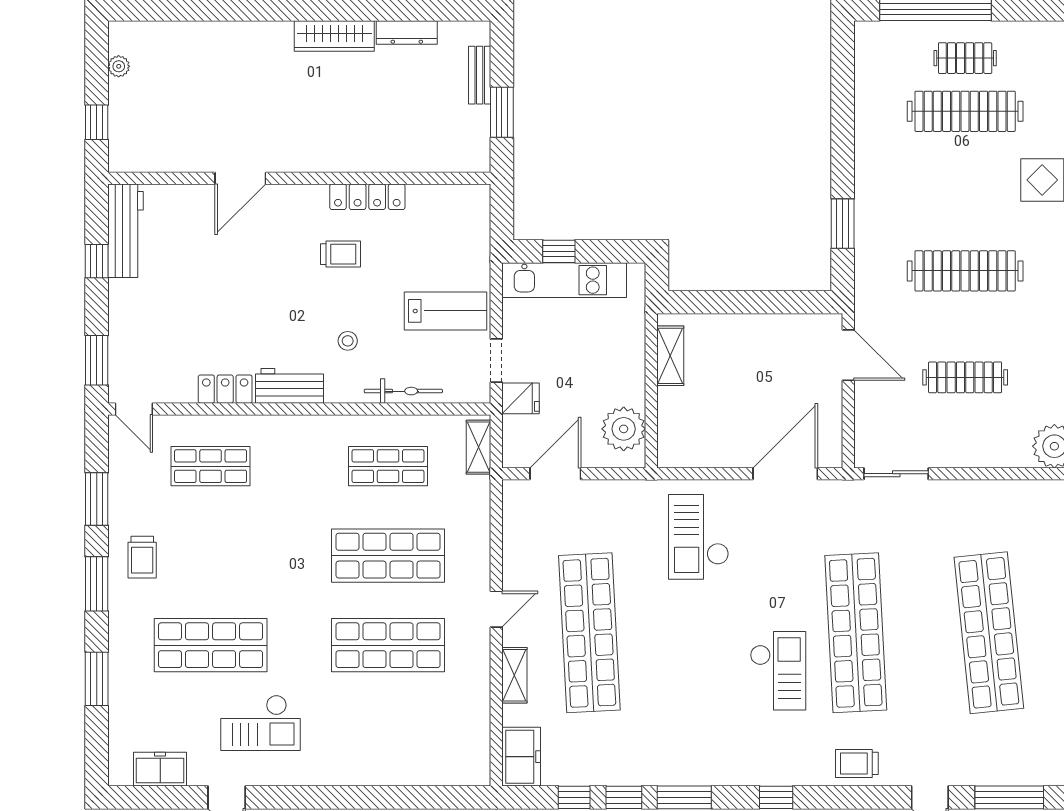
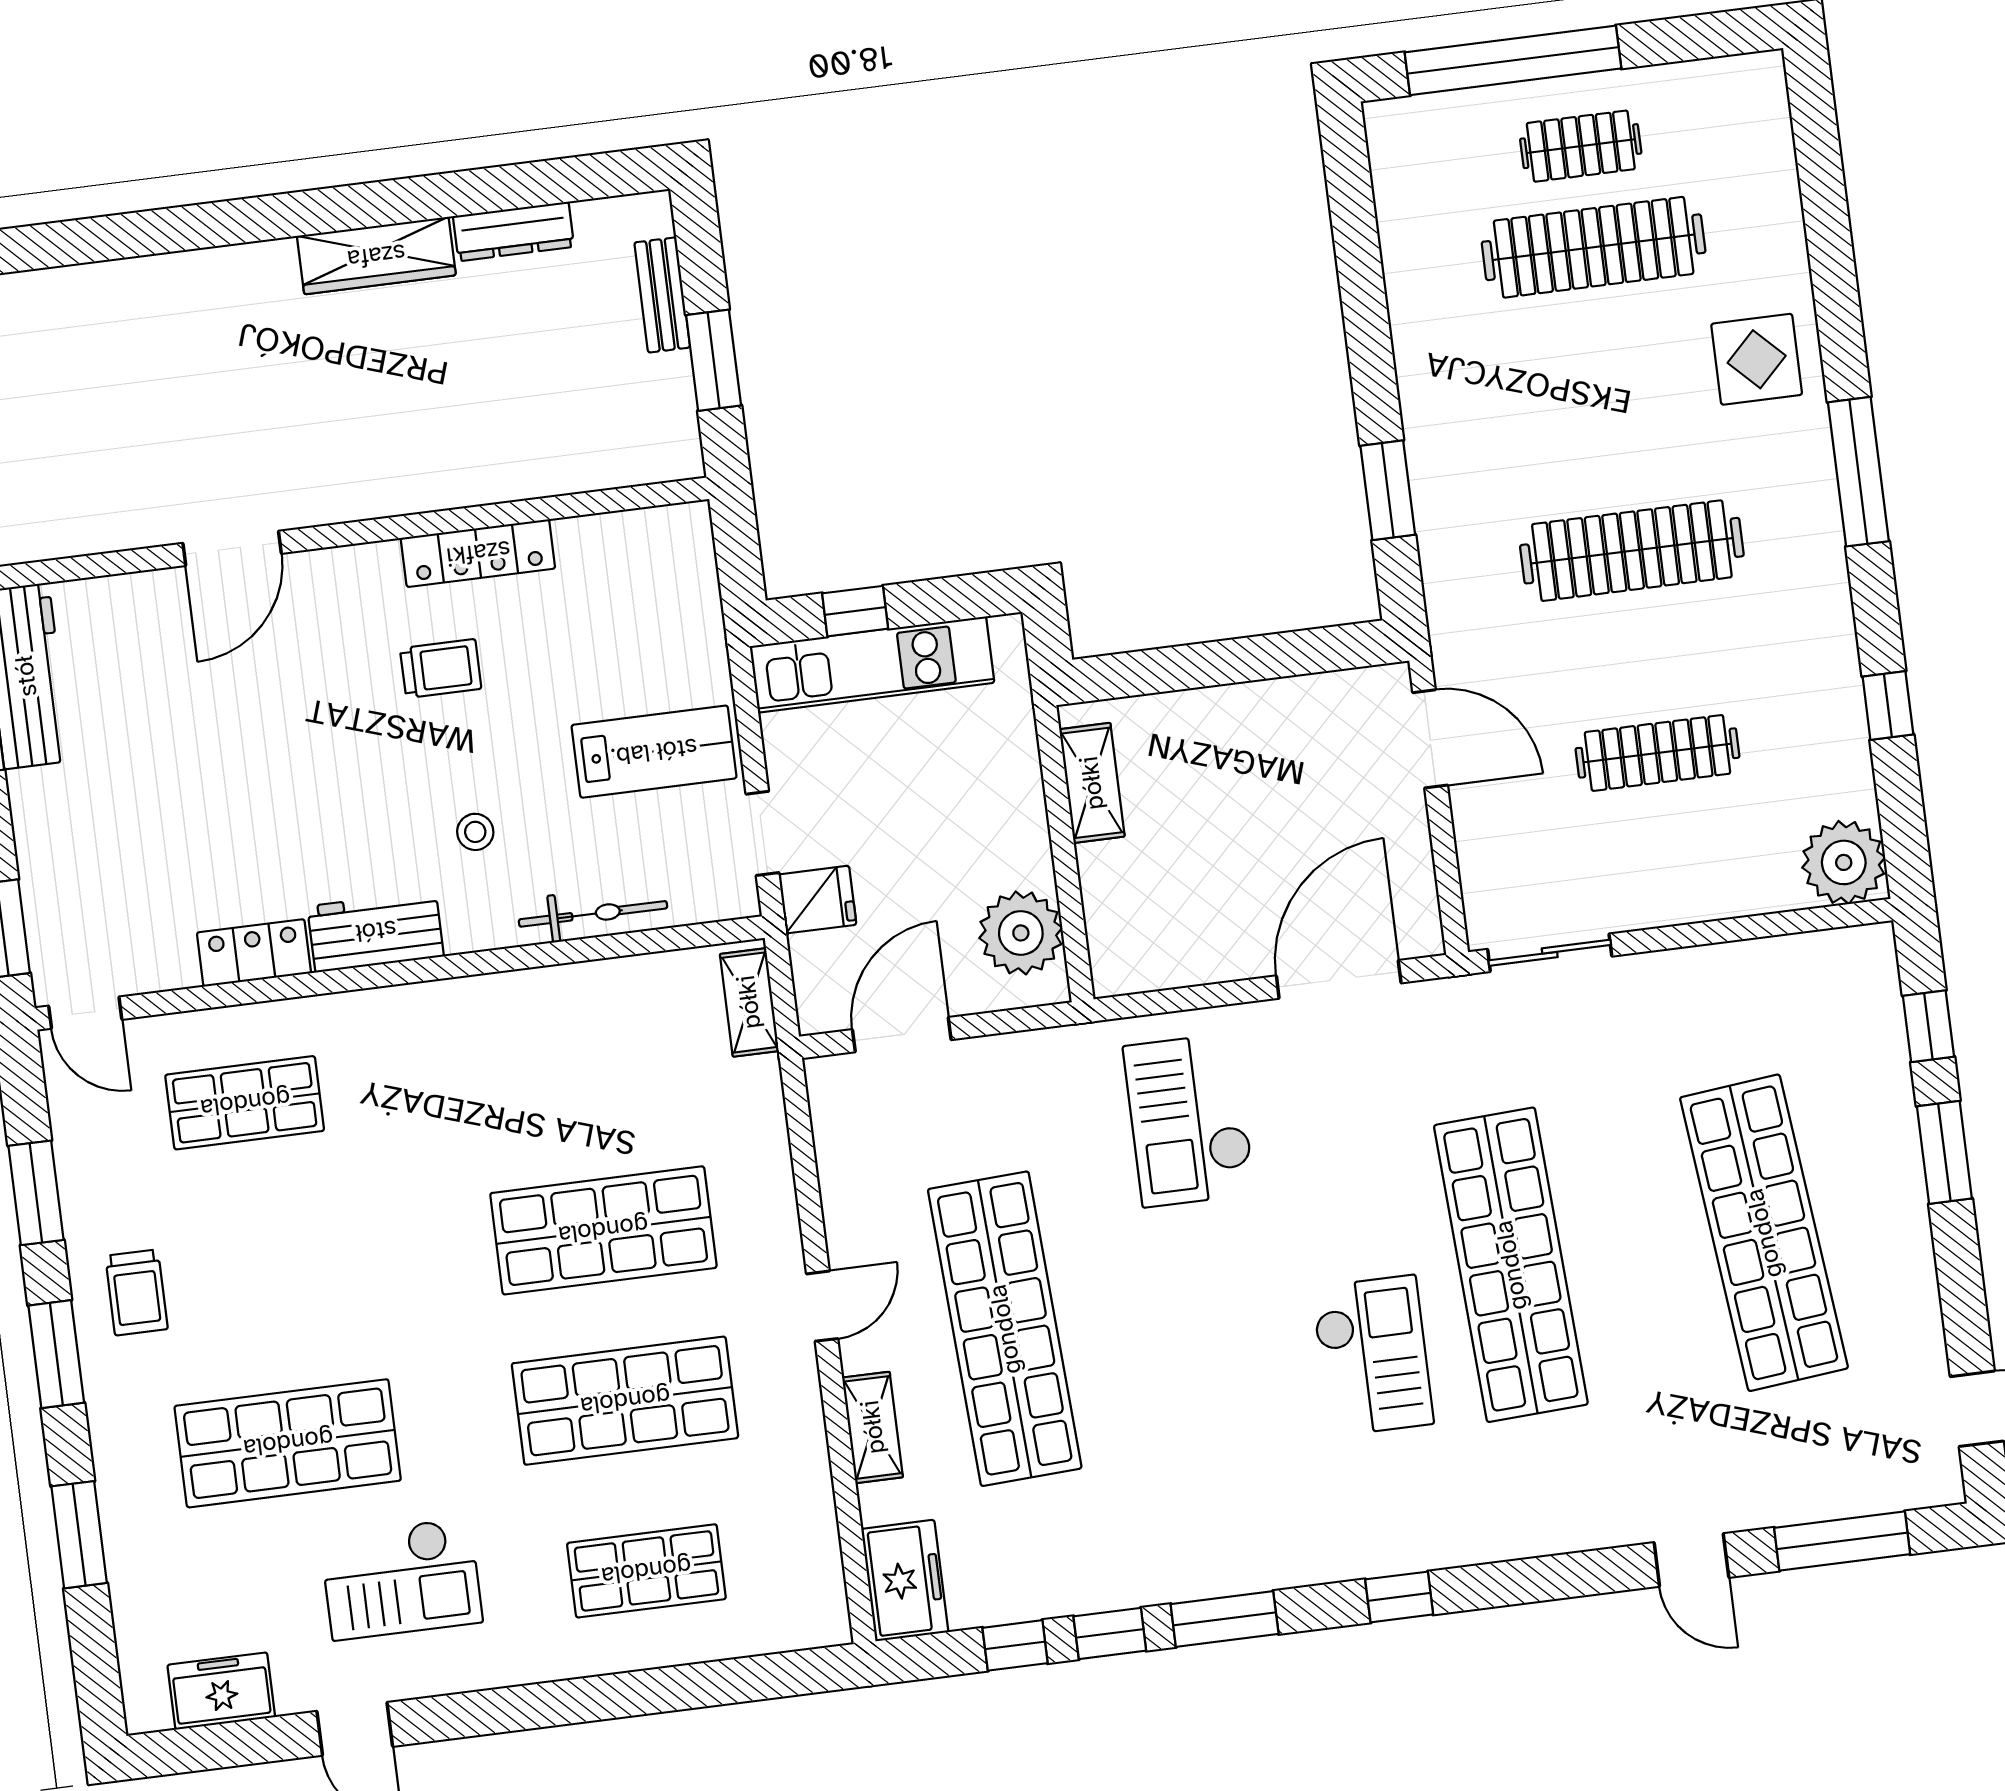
shop shelf: (388, 466) -> (646, 1571), moved
trolley: (857, 763) -> (1545, 1513), removed

